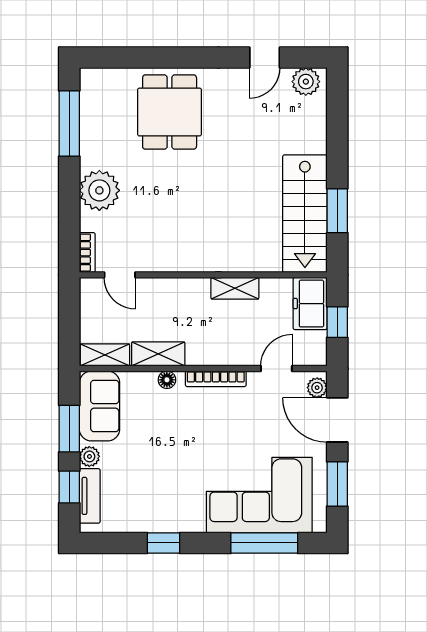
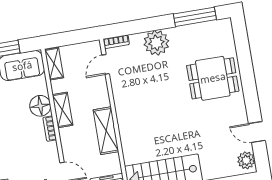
shelving: (235, 288) -> (106, 131), width x1.50, depth x1.33
shelving: (158, 354) -> (63, 110), moved
bookcase: (216, 379) -> (50, 129), width x0.64
floor lamp: (167, 380) -> (40, 106), width x1.89, depth x1.89

